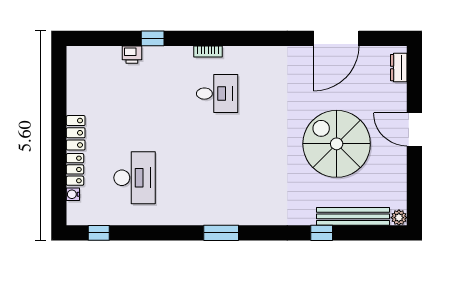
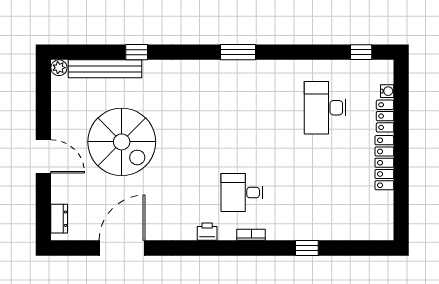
printer: (132, 55) -> (207, 232), moved
locker: (76, 133) -> (384, 163), width x1.53

